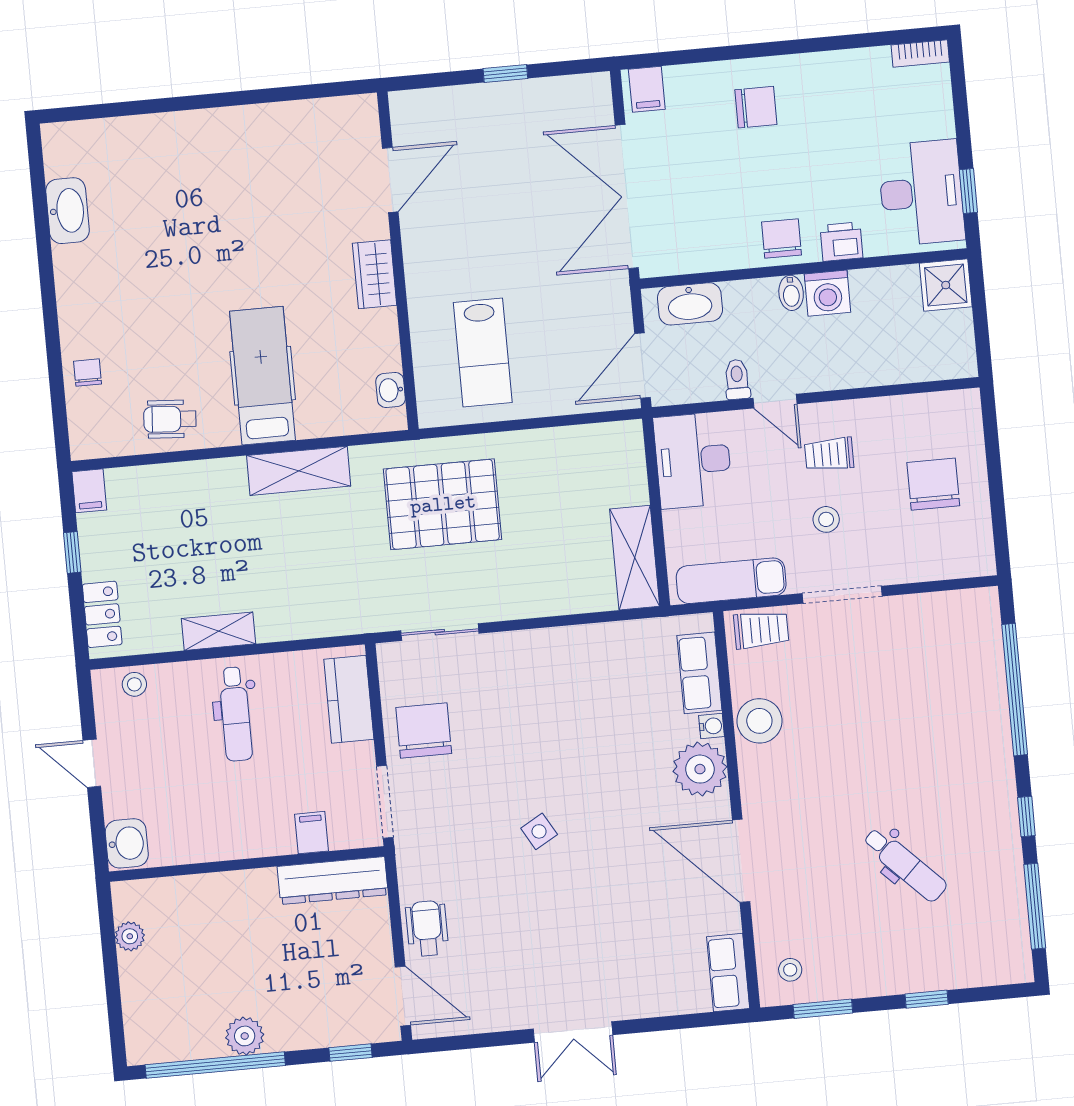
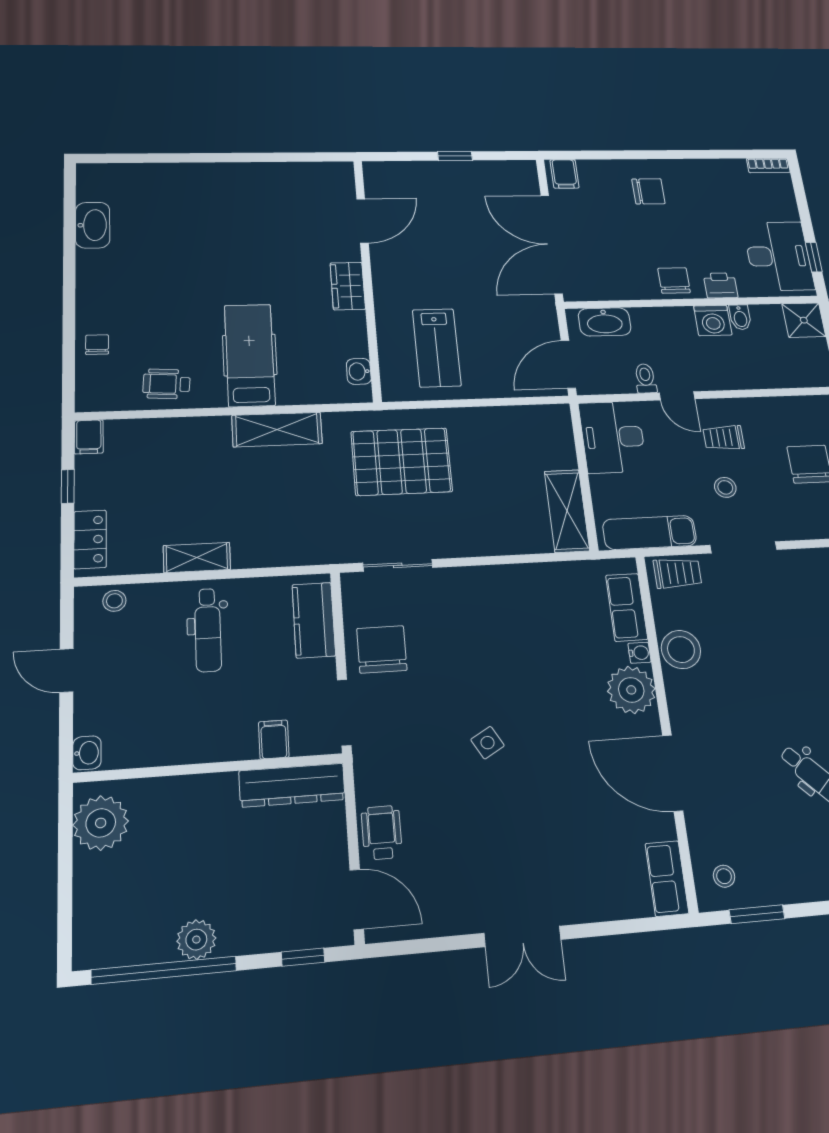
bidet: (791, 293) -> (740, 317), moved
washbasin: (127, 843) -> (87, 753), width x0.72, depth x0.69
plant: (130, 936) -> (101, 823), width x1.87, depth x1.87

